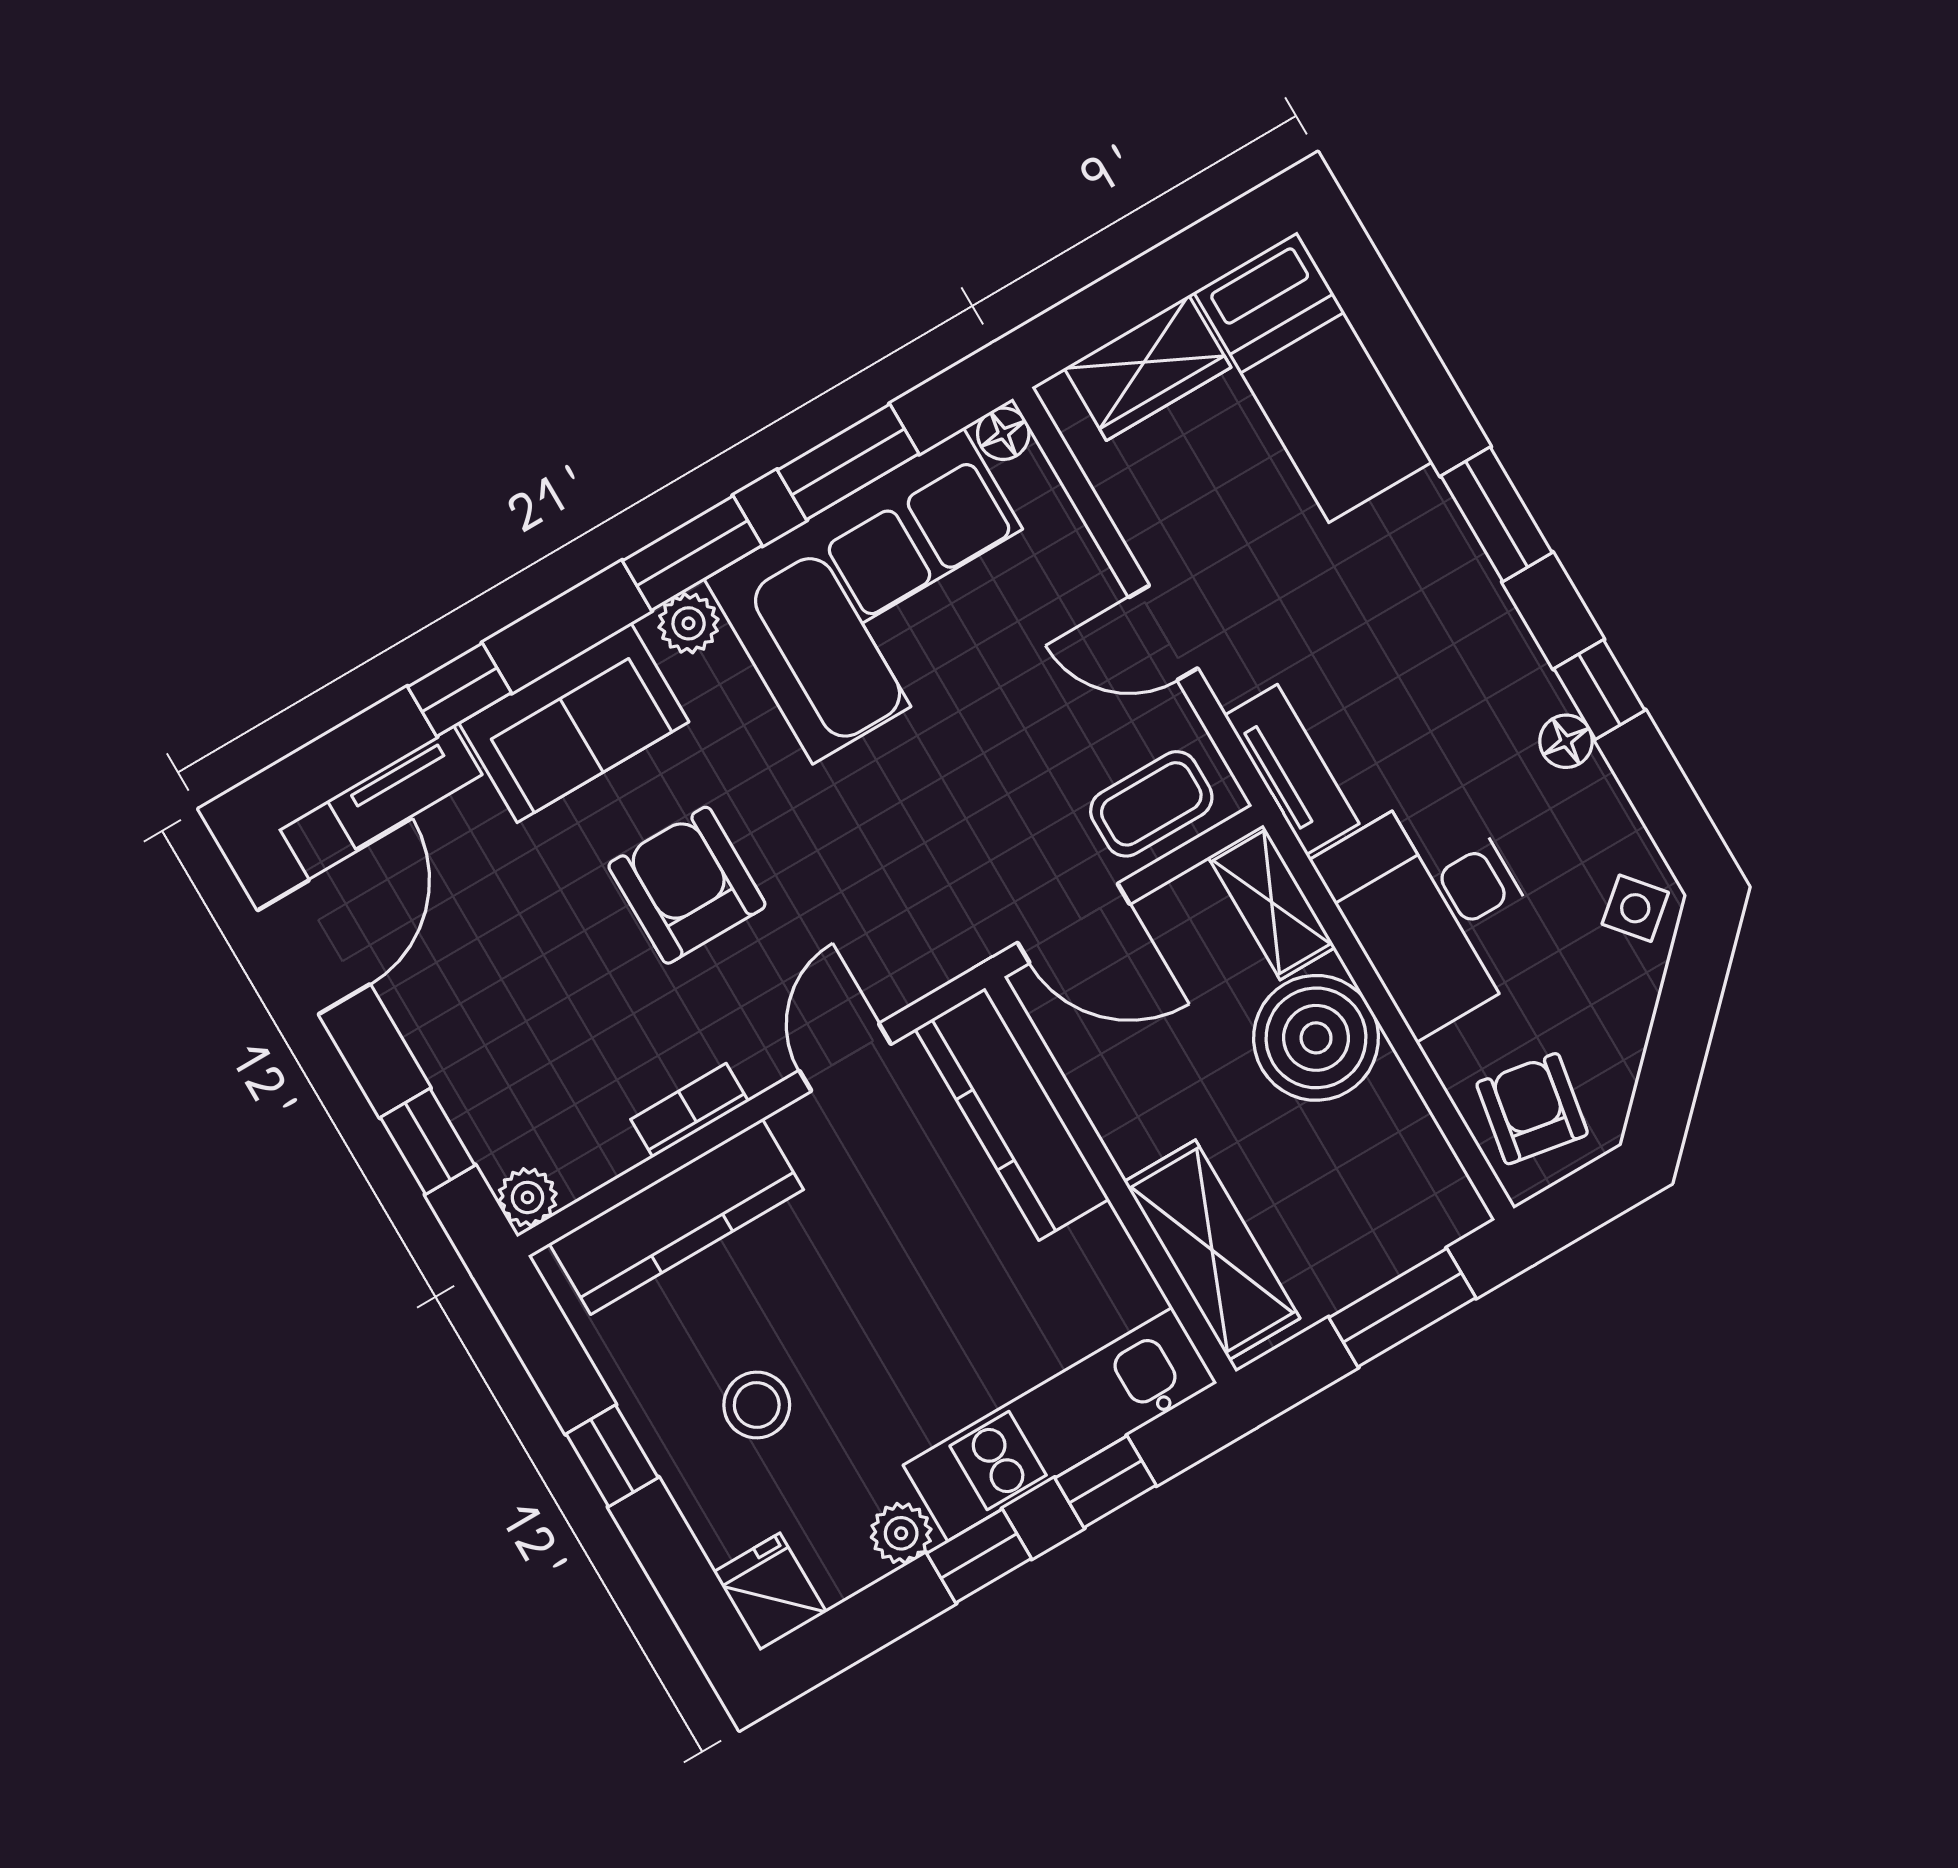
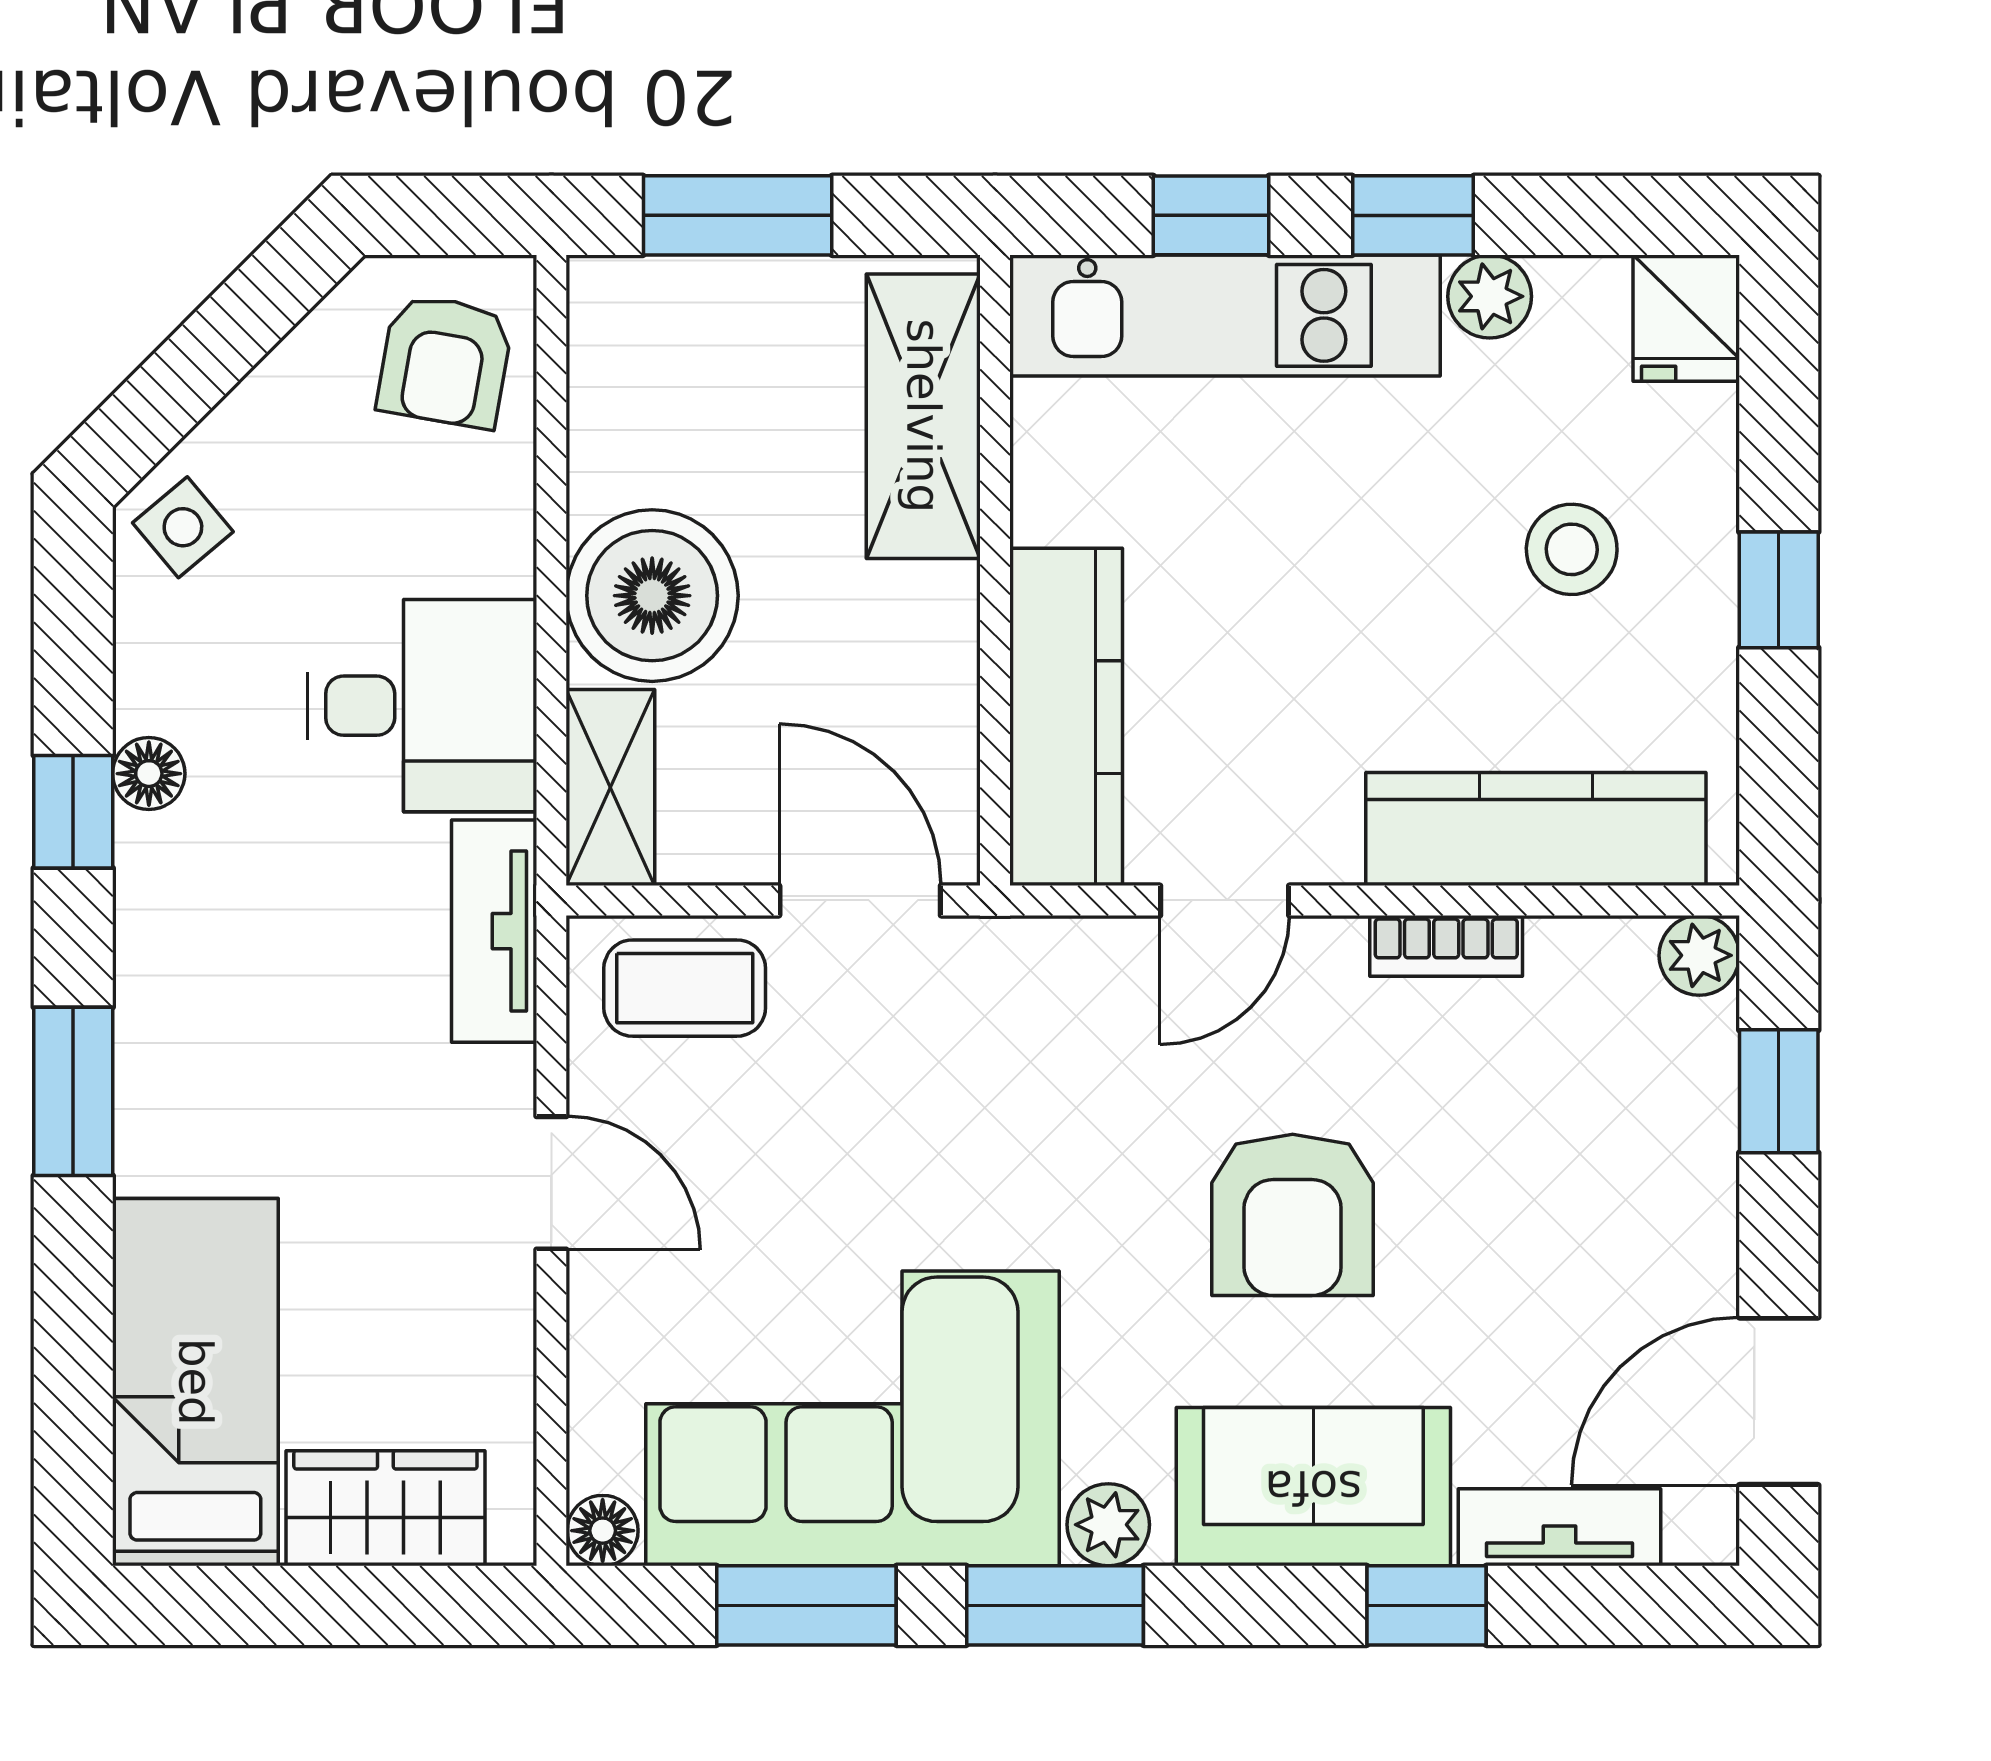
desk: (1434, 909) -> (422, 706), width x0.73

